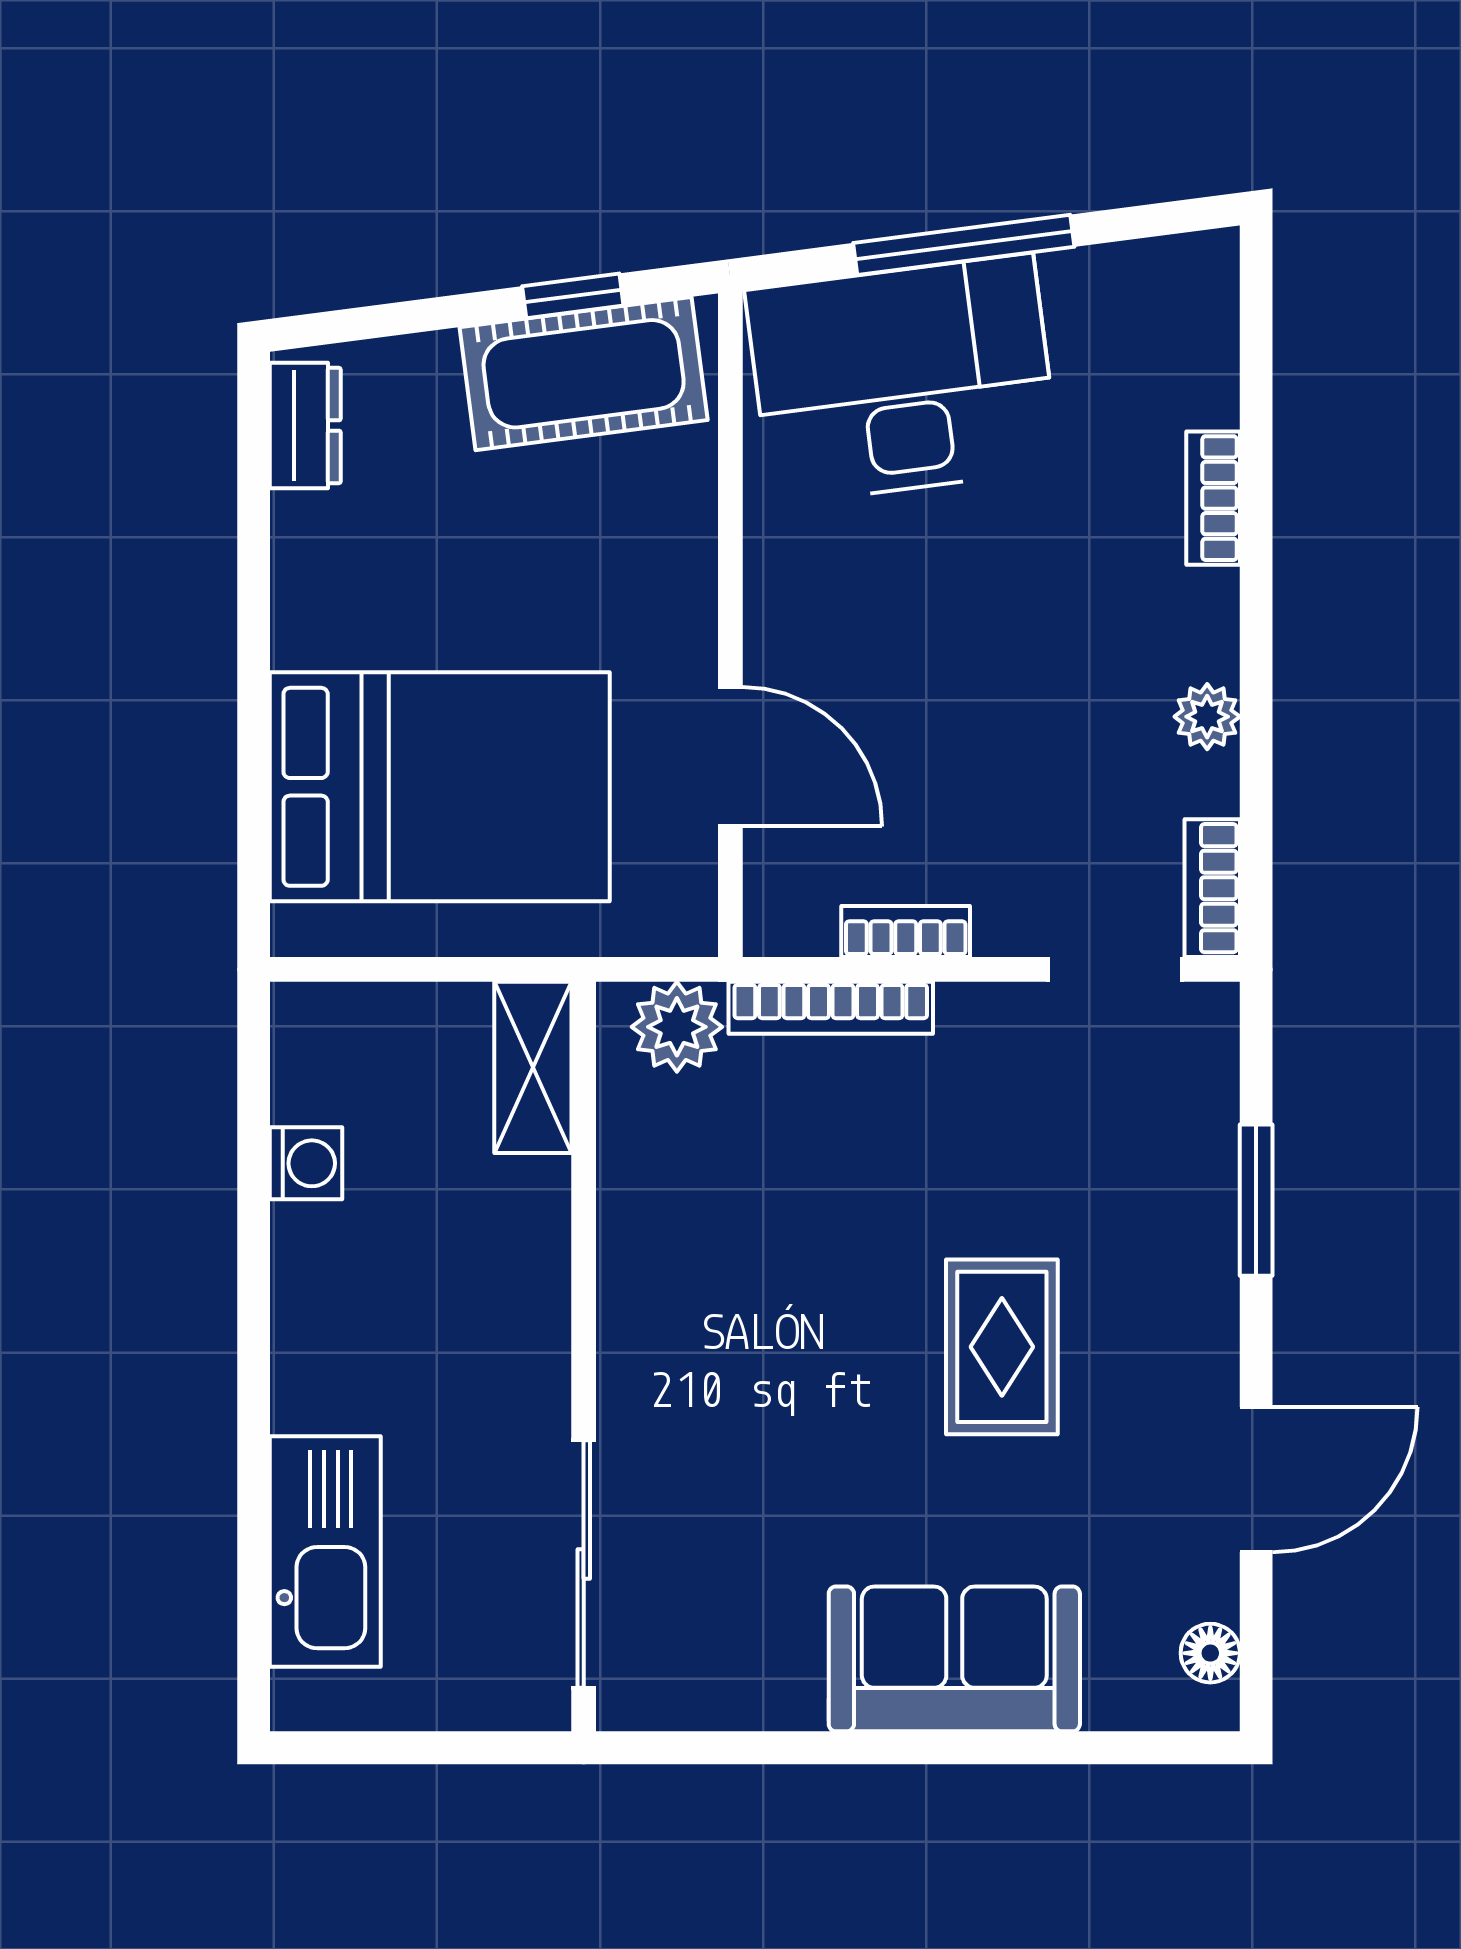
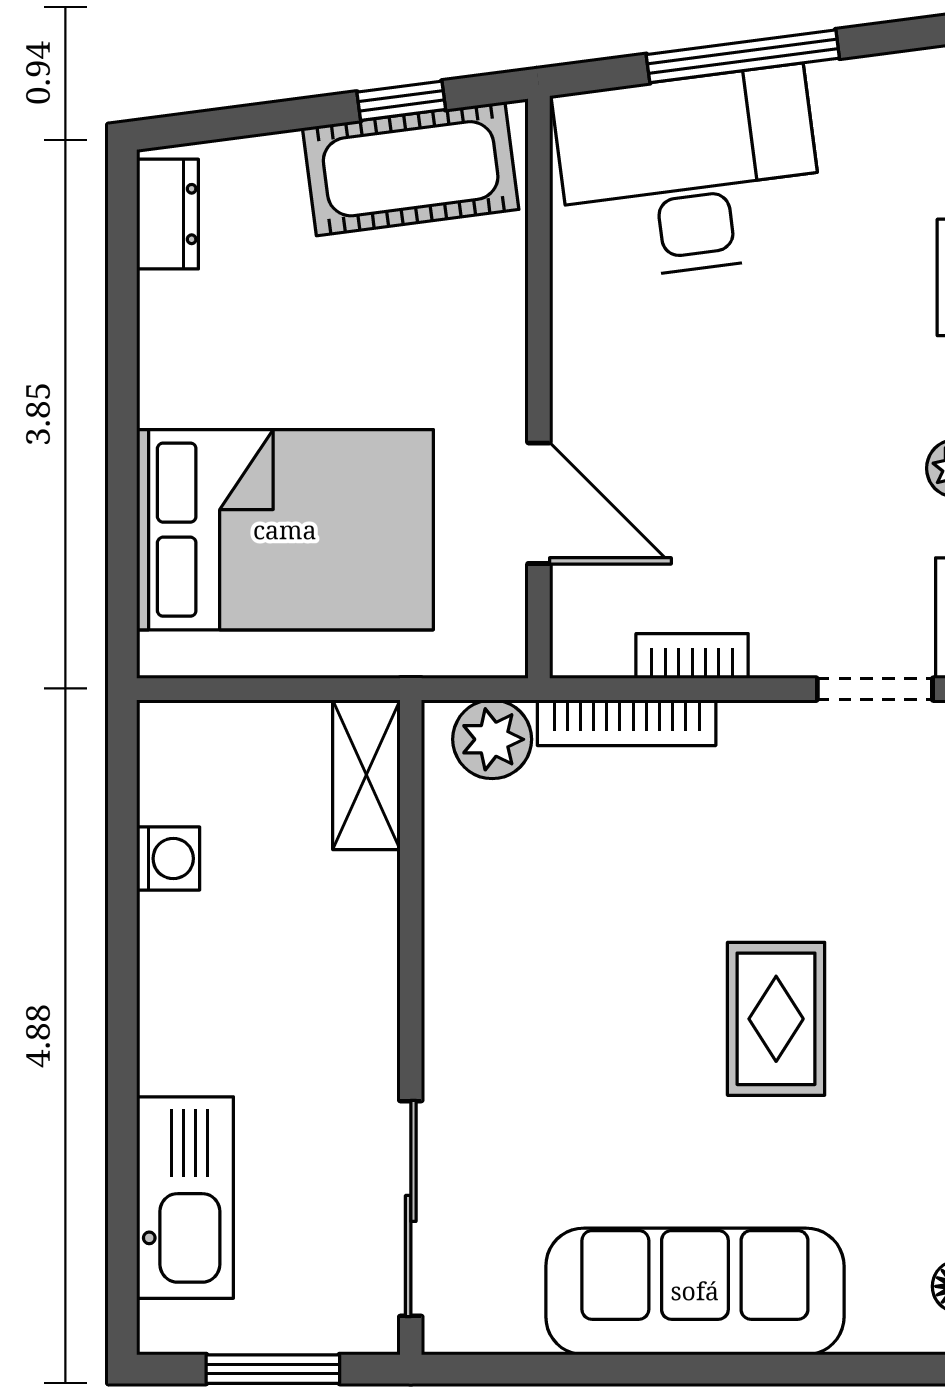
sofa: (954, 1659) -> (695, 1291), width x1.36
window: (426, 1748) -> (273, 1369), added

